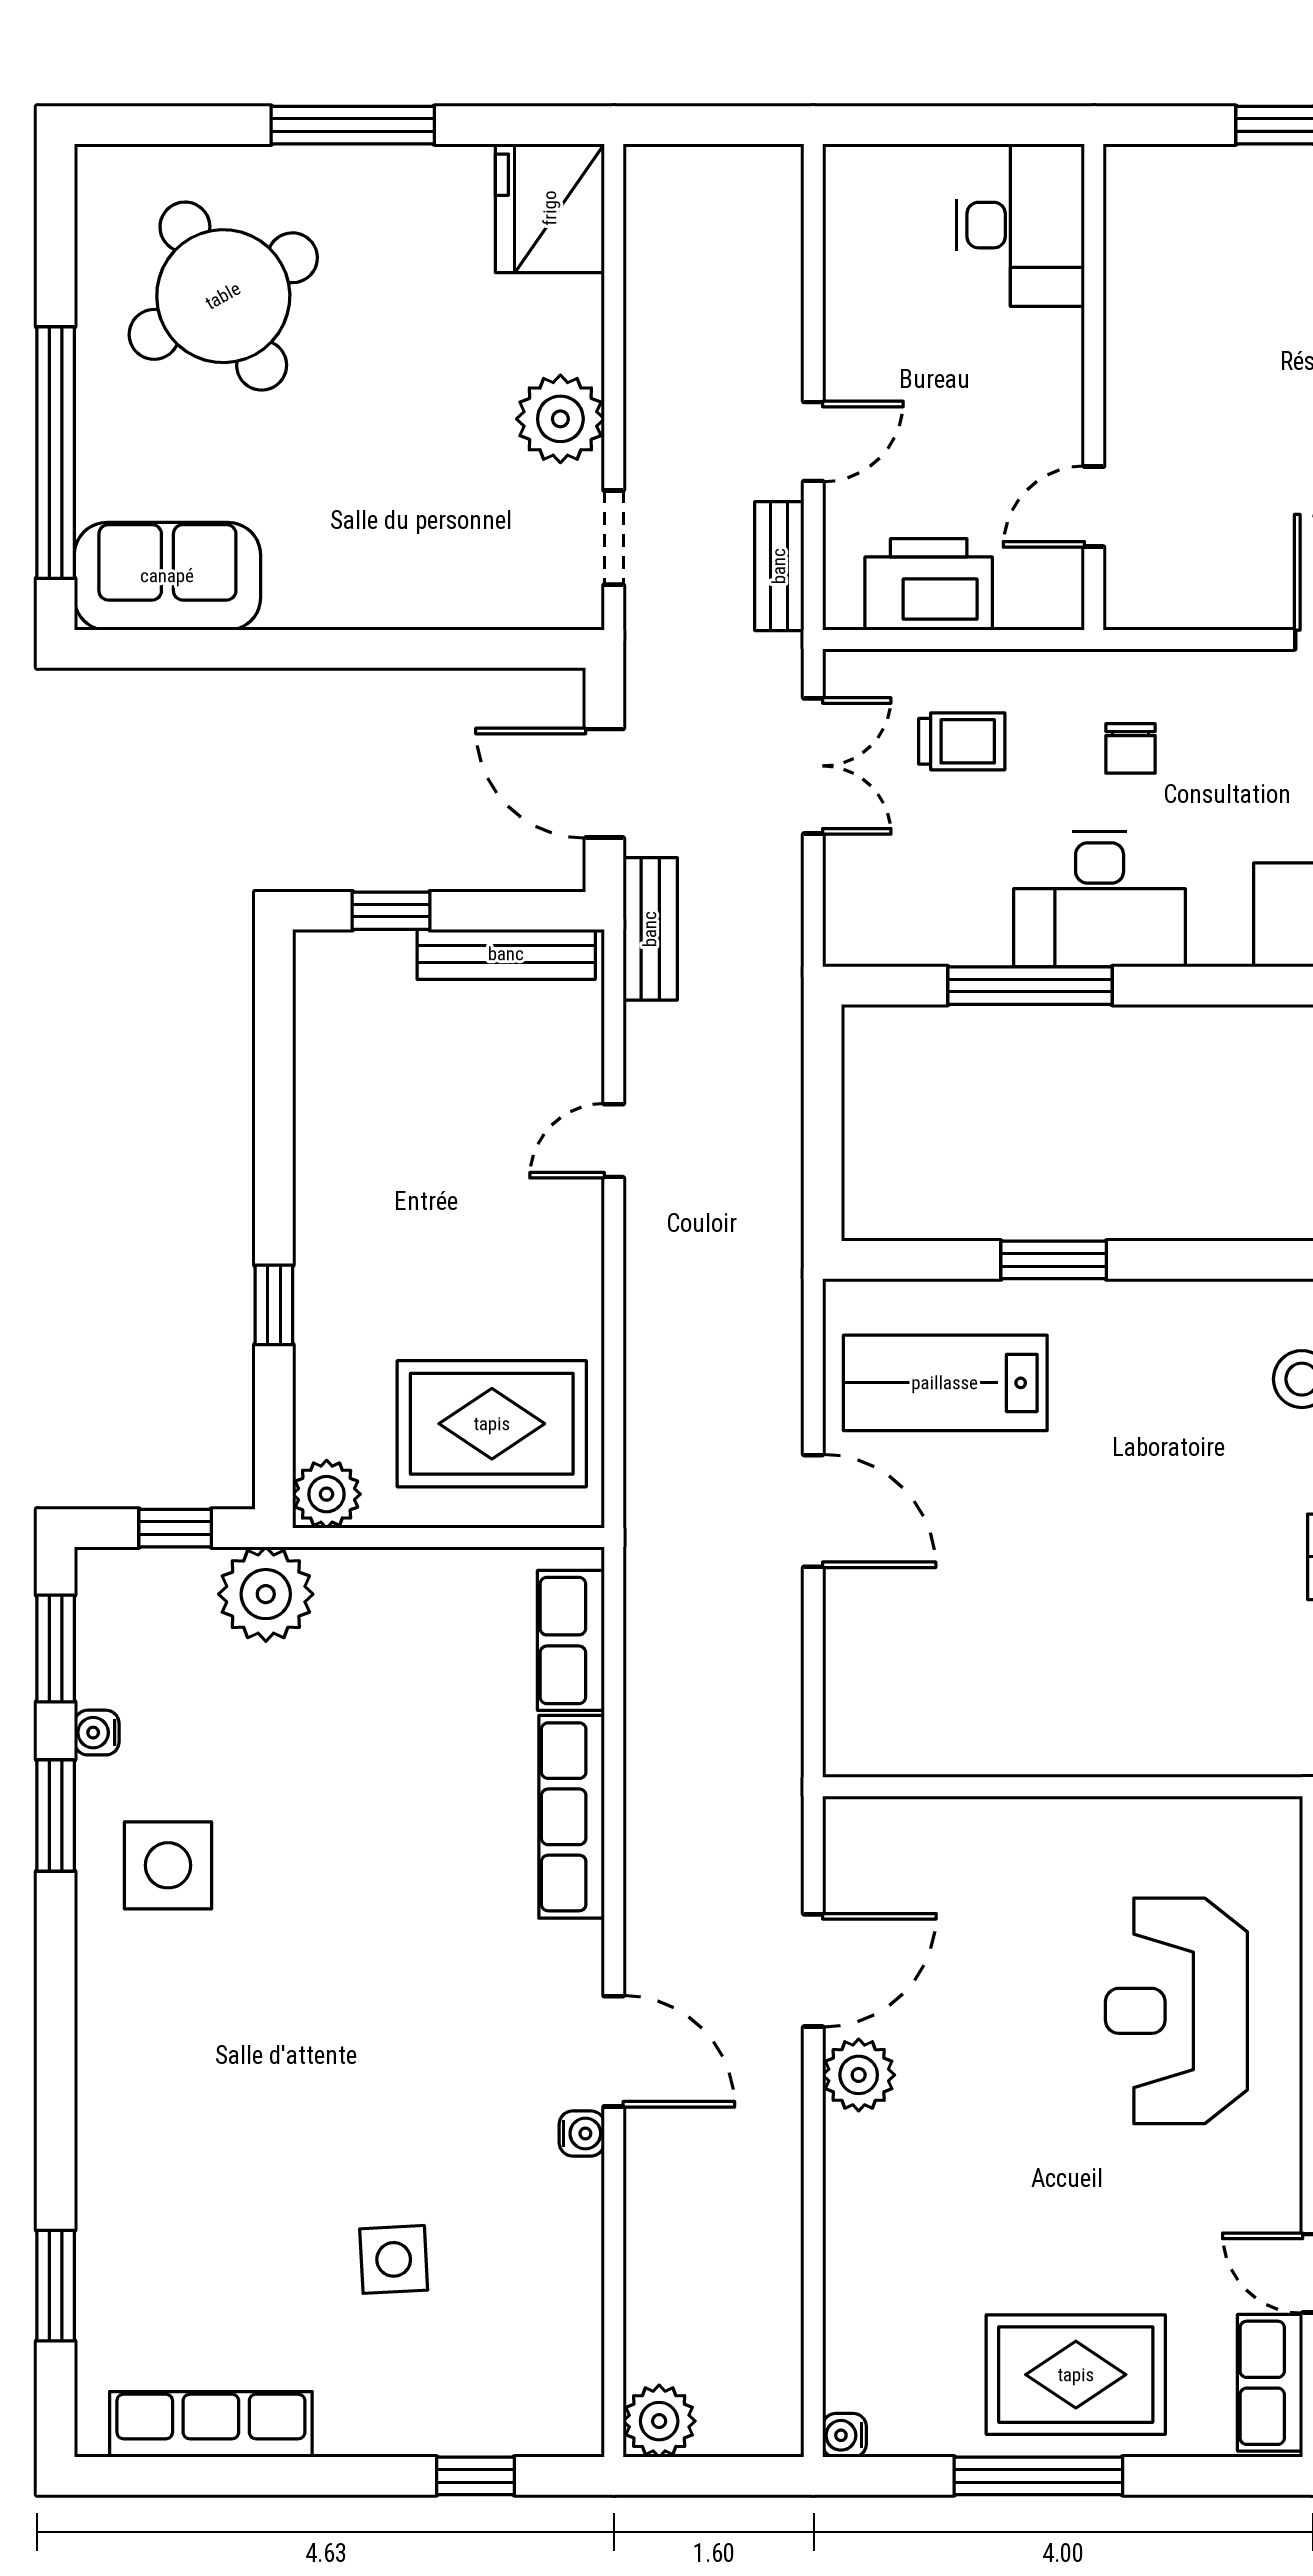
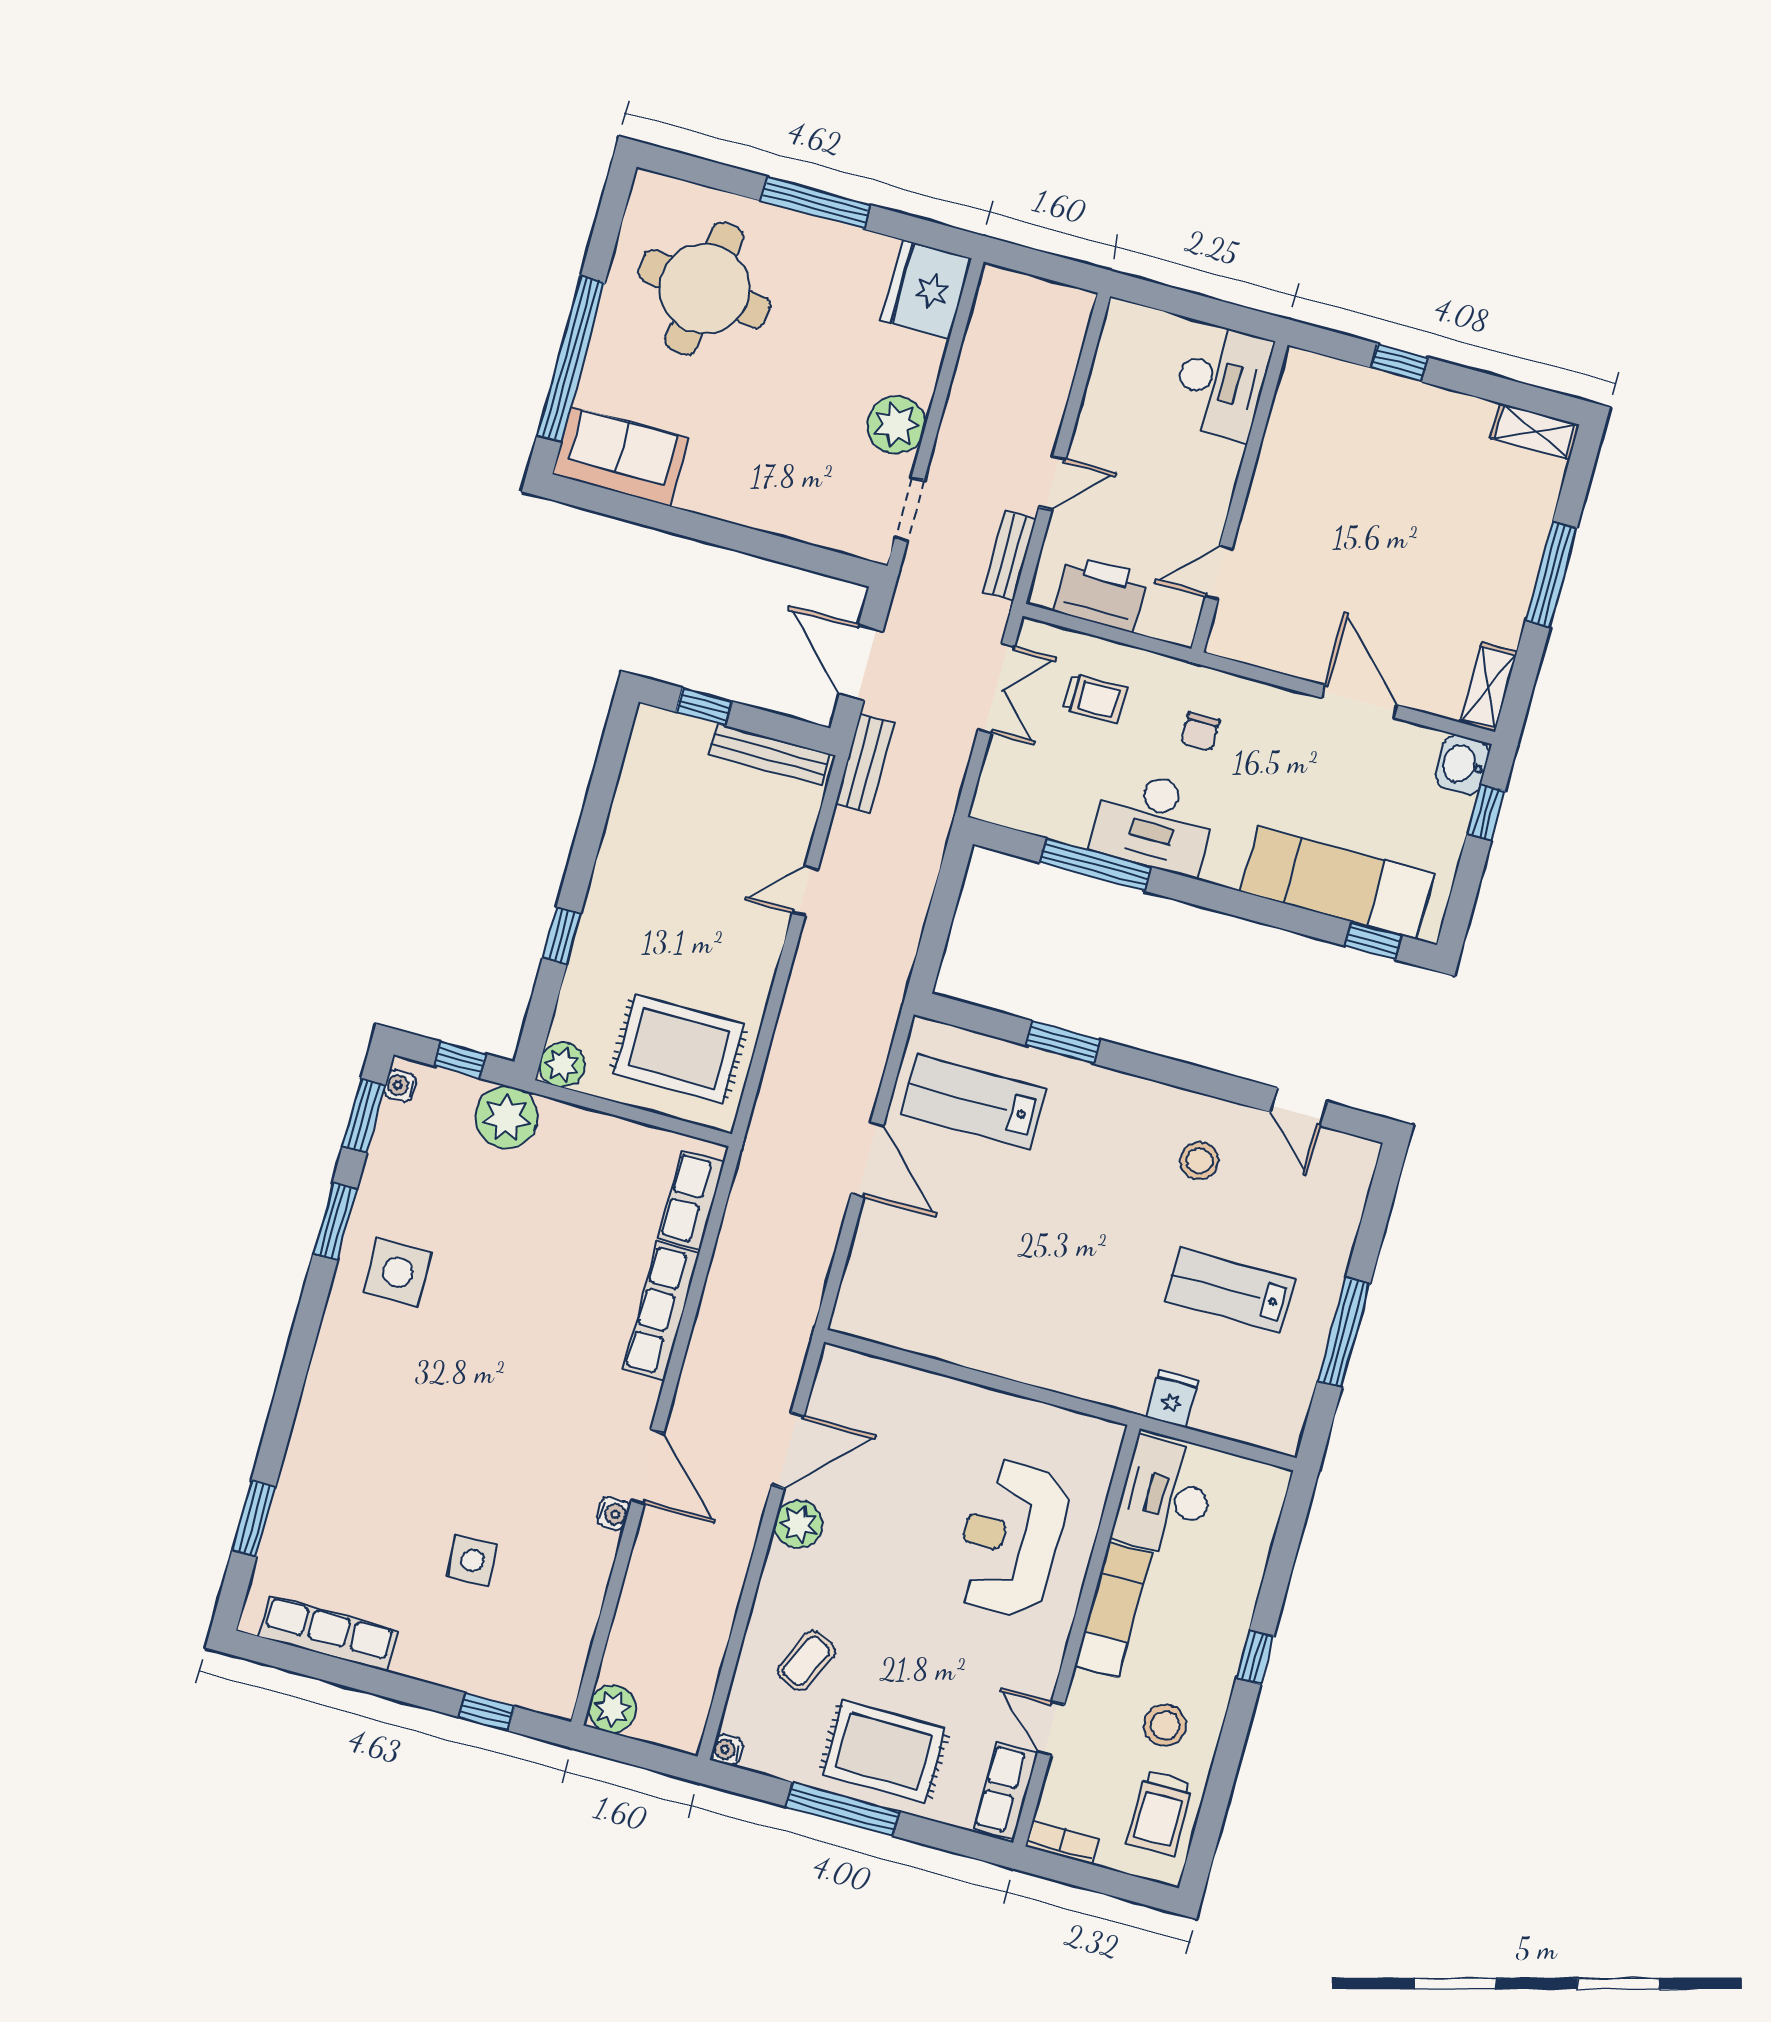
round table: (223, 296) -> (704, 289), turned 37
water cooler: (97, 1733) -> (400, 1086), moved
coffee table: (925, 2272) -> (806, 1661), added

